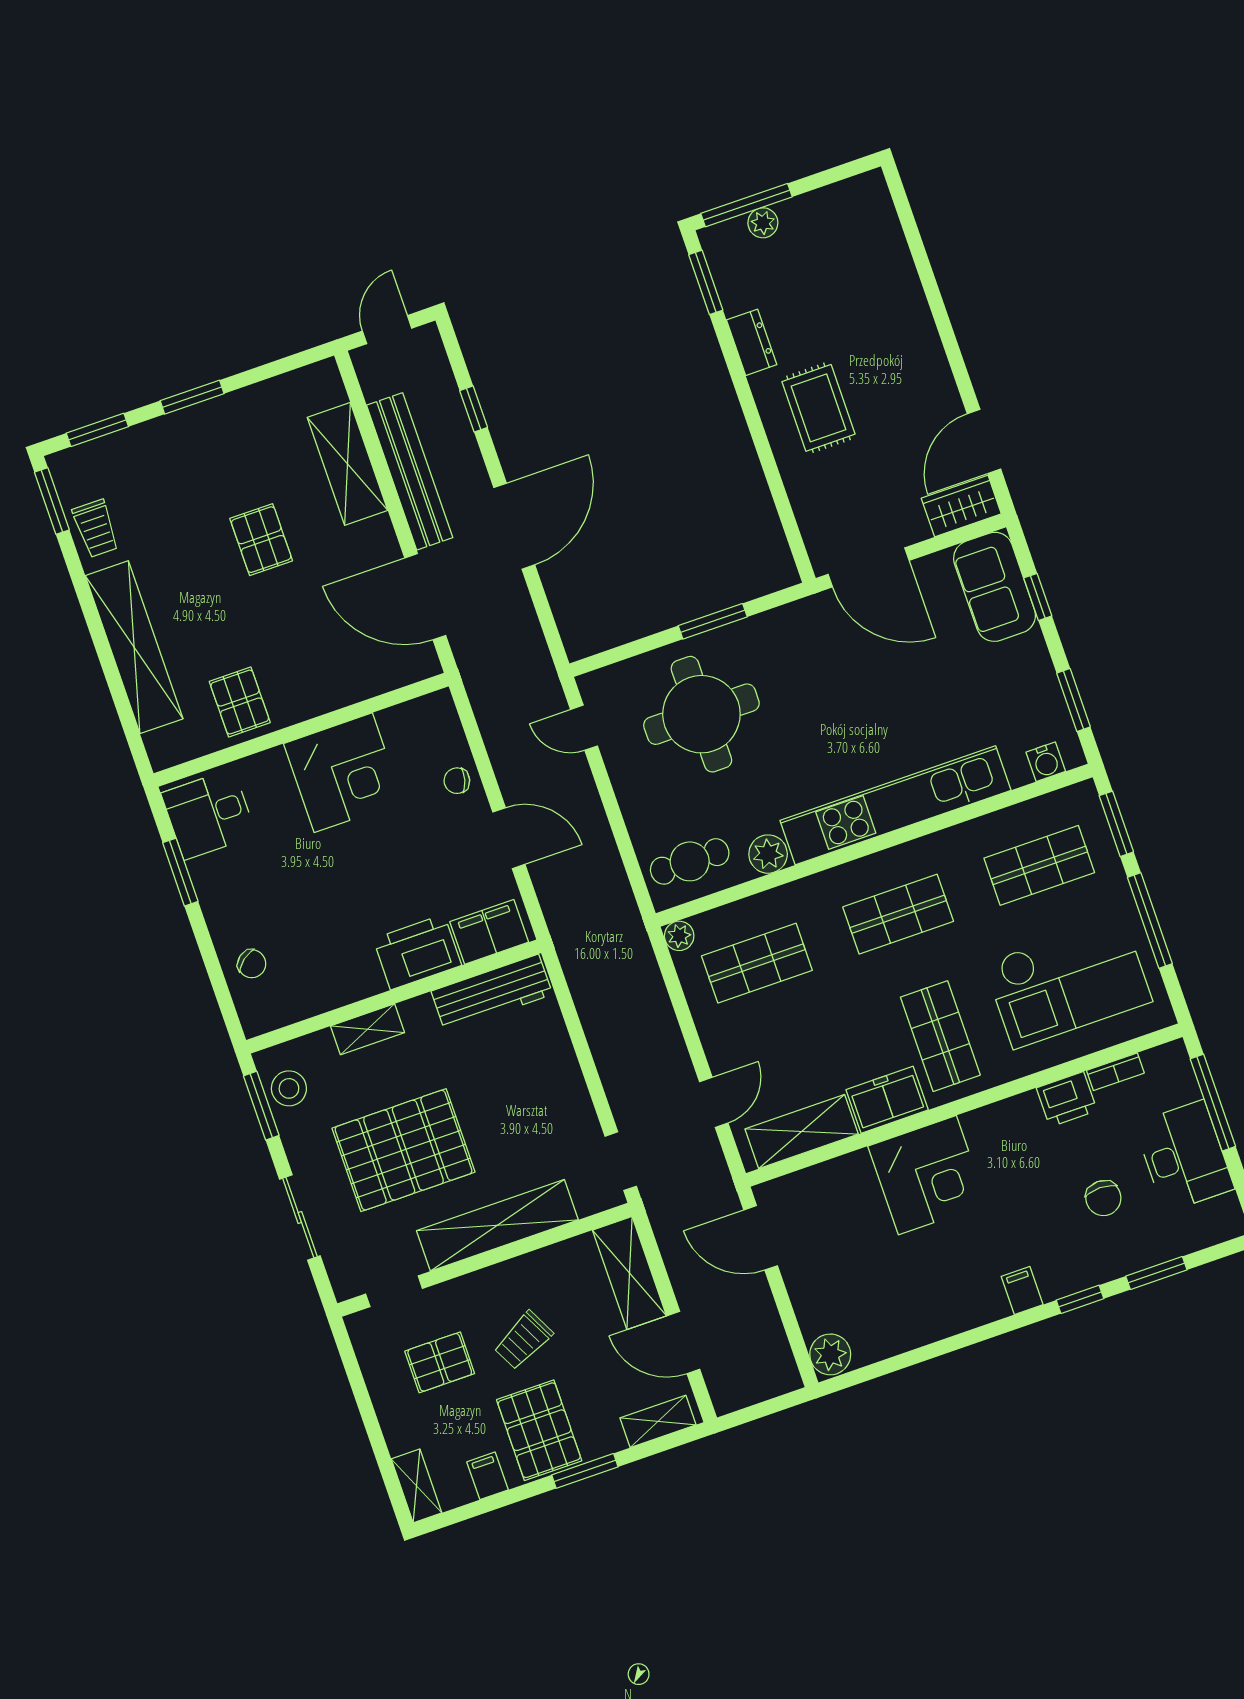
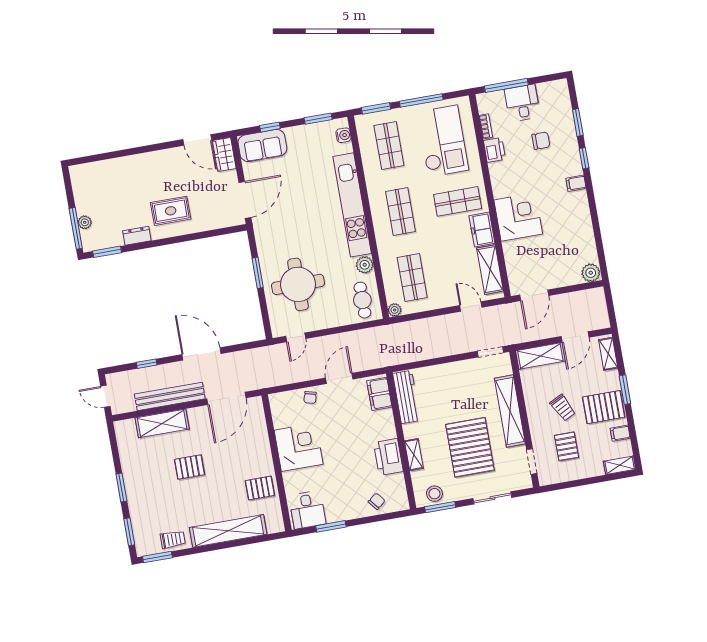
printer: (417, 952) -> (388, 457), moved
desk: (1184, 1156) -> (522, 103), width x0.73

